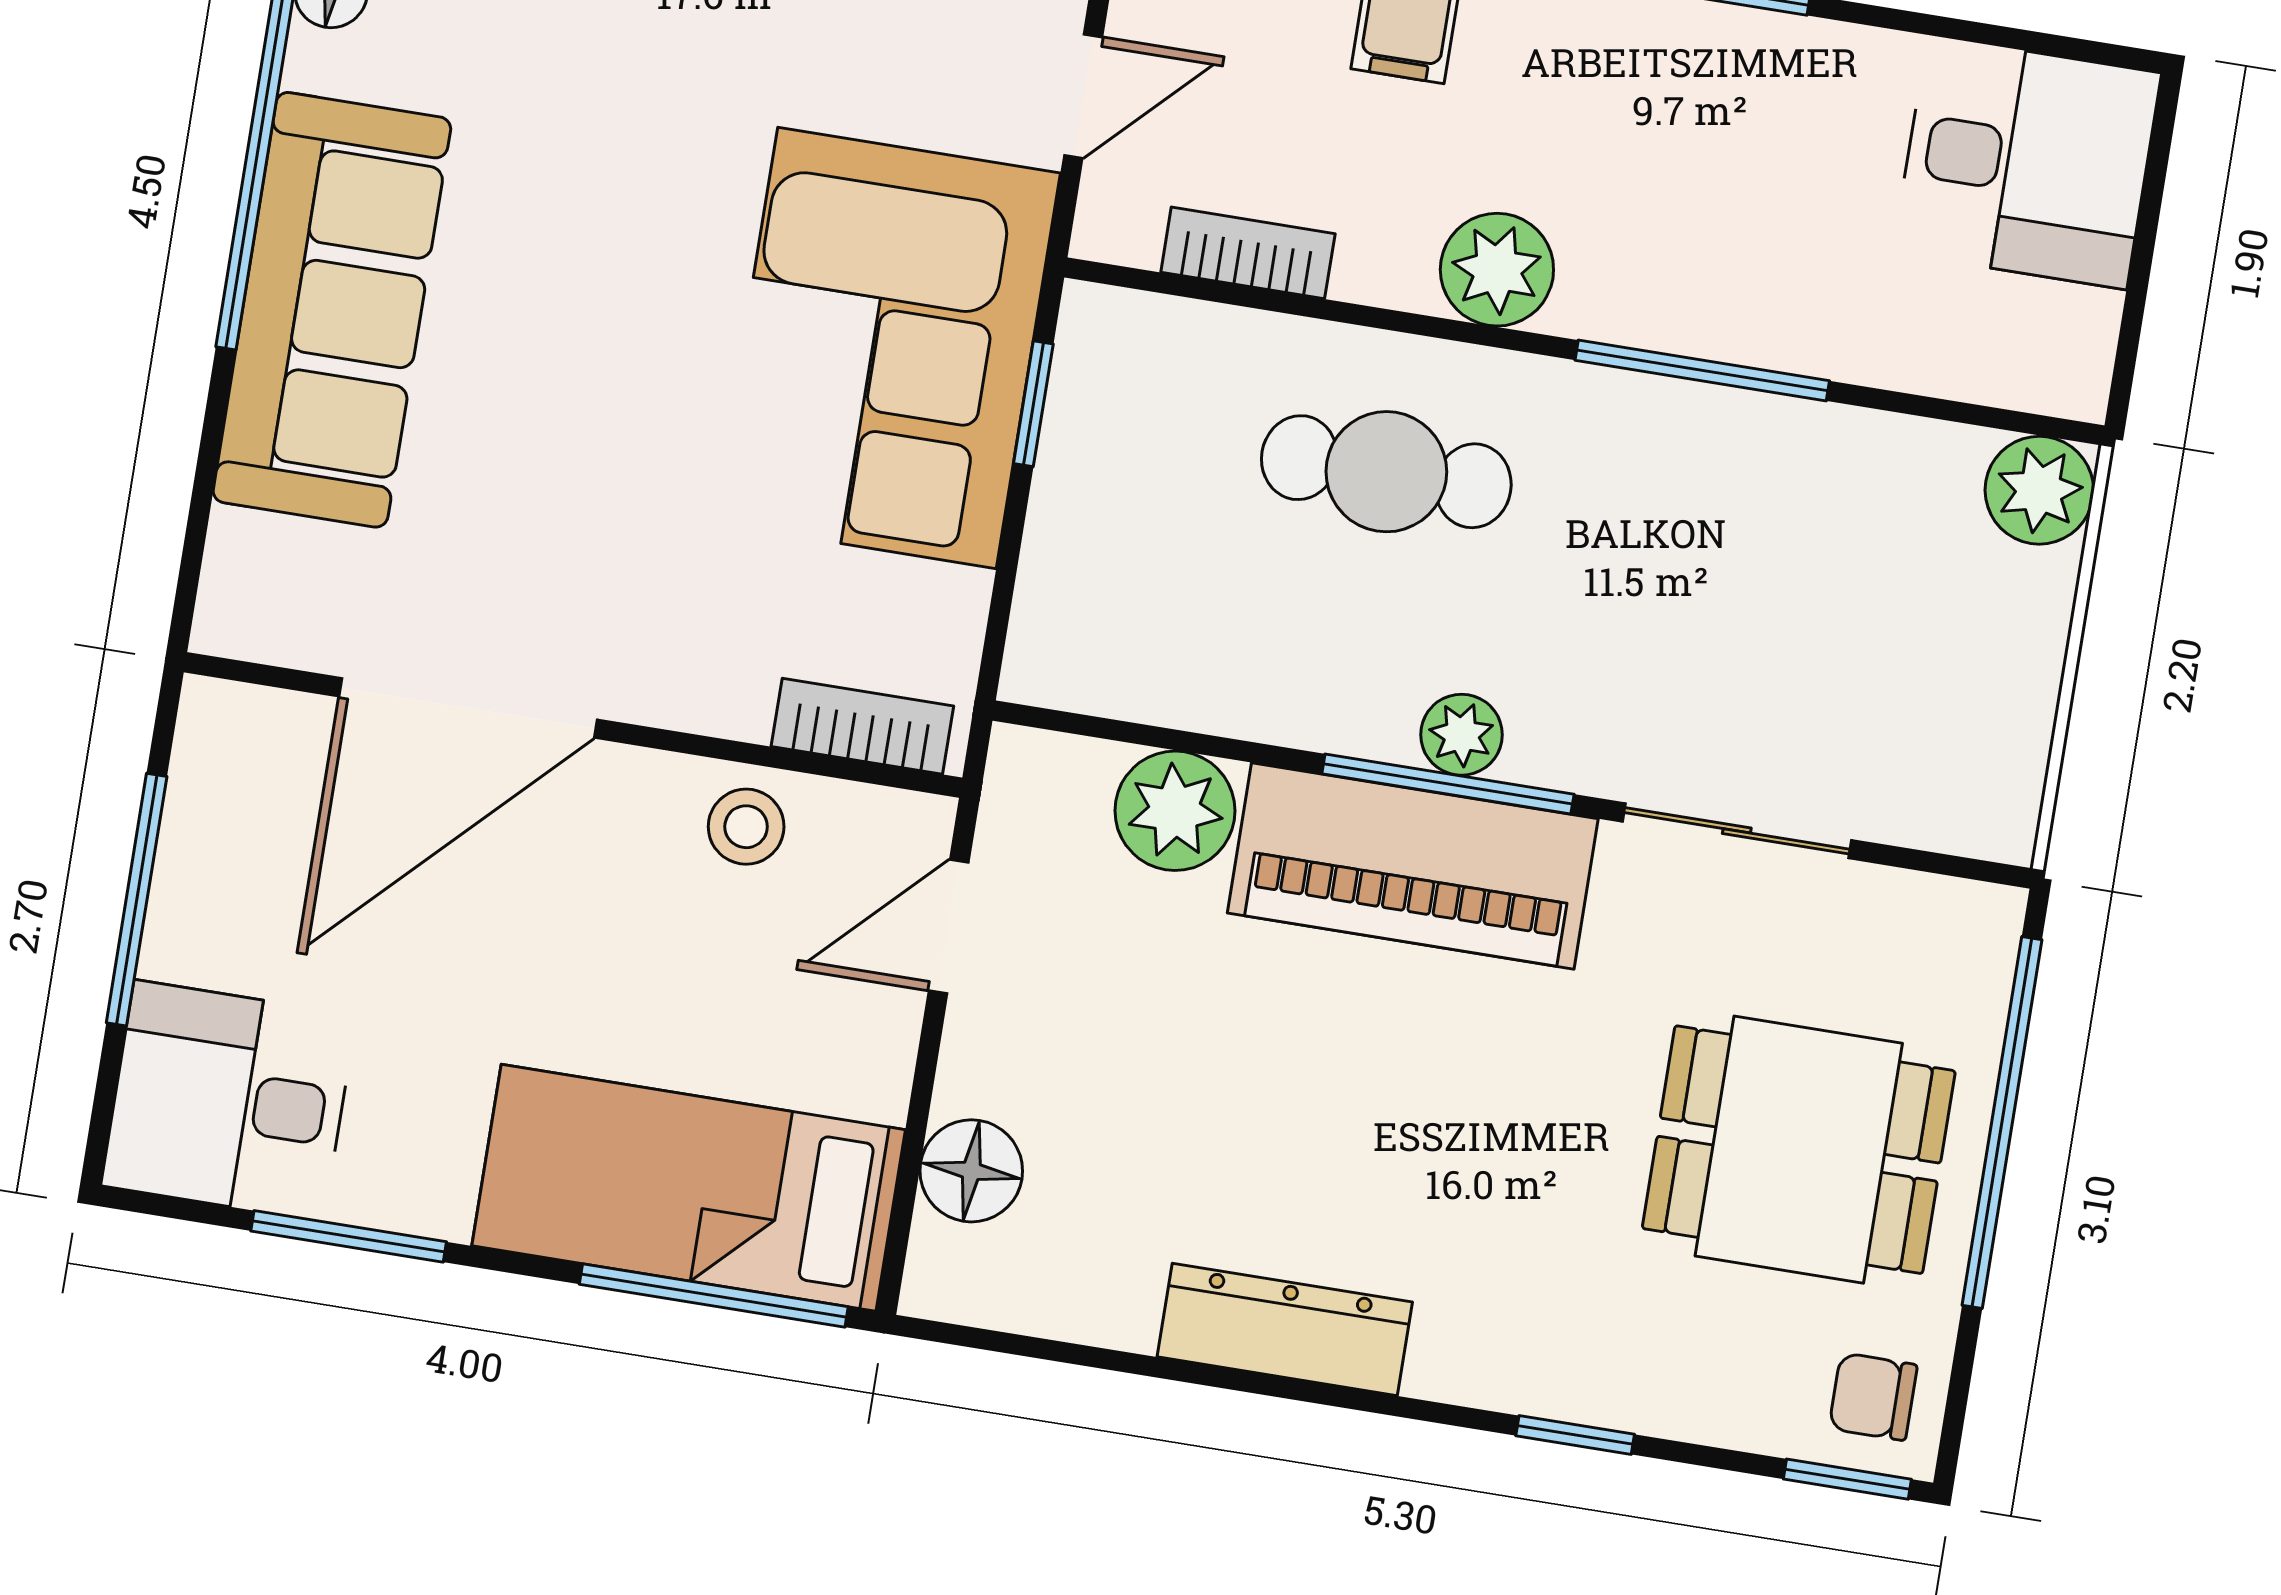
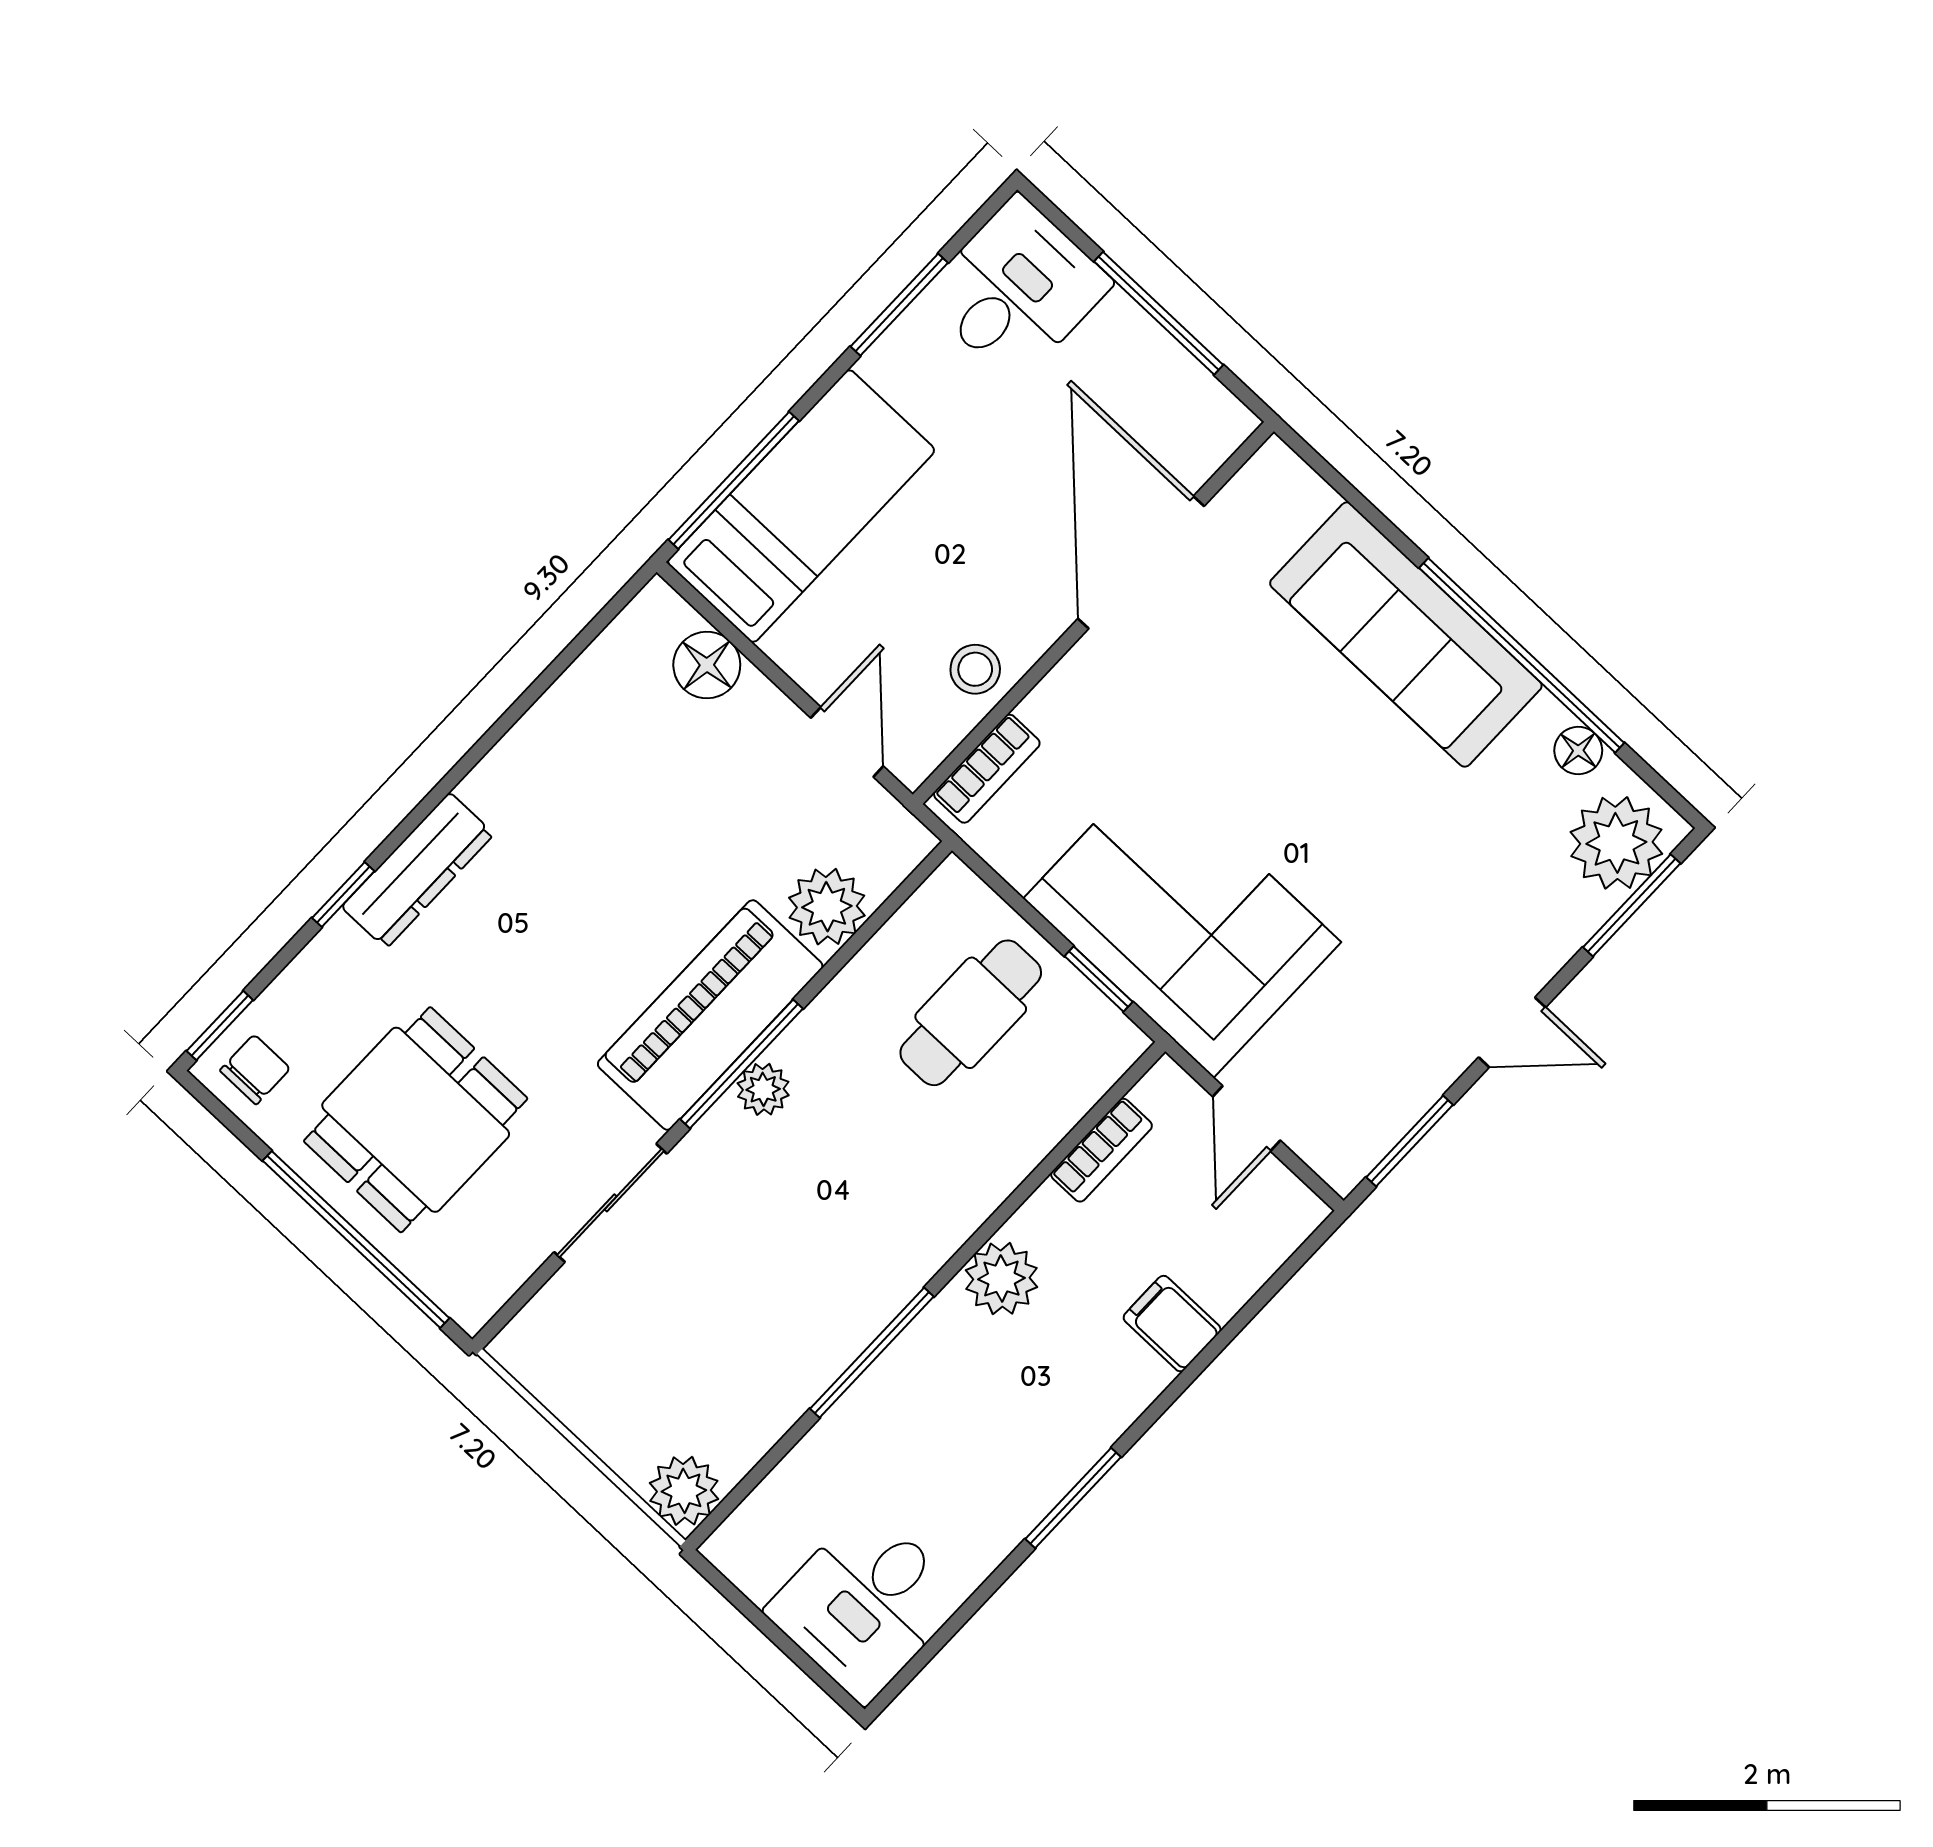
cafe table: (1386, 472) -> (971, 1013), moved
dresser: (1285, 1329) -> (418, 870), moved

